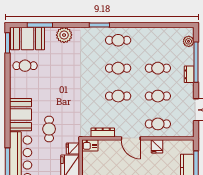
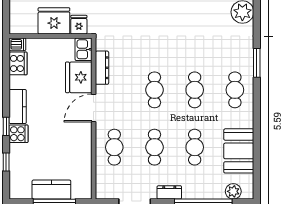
booth: (160, 38) -> (239, 151), added
dresser: (189, 74) -> (169, 192), moved
fridge: (157, 146) -> (79, 77), moved, width x1.88, depth x1.34

